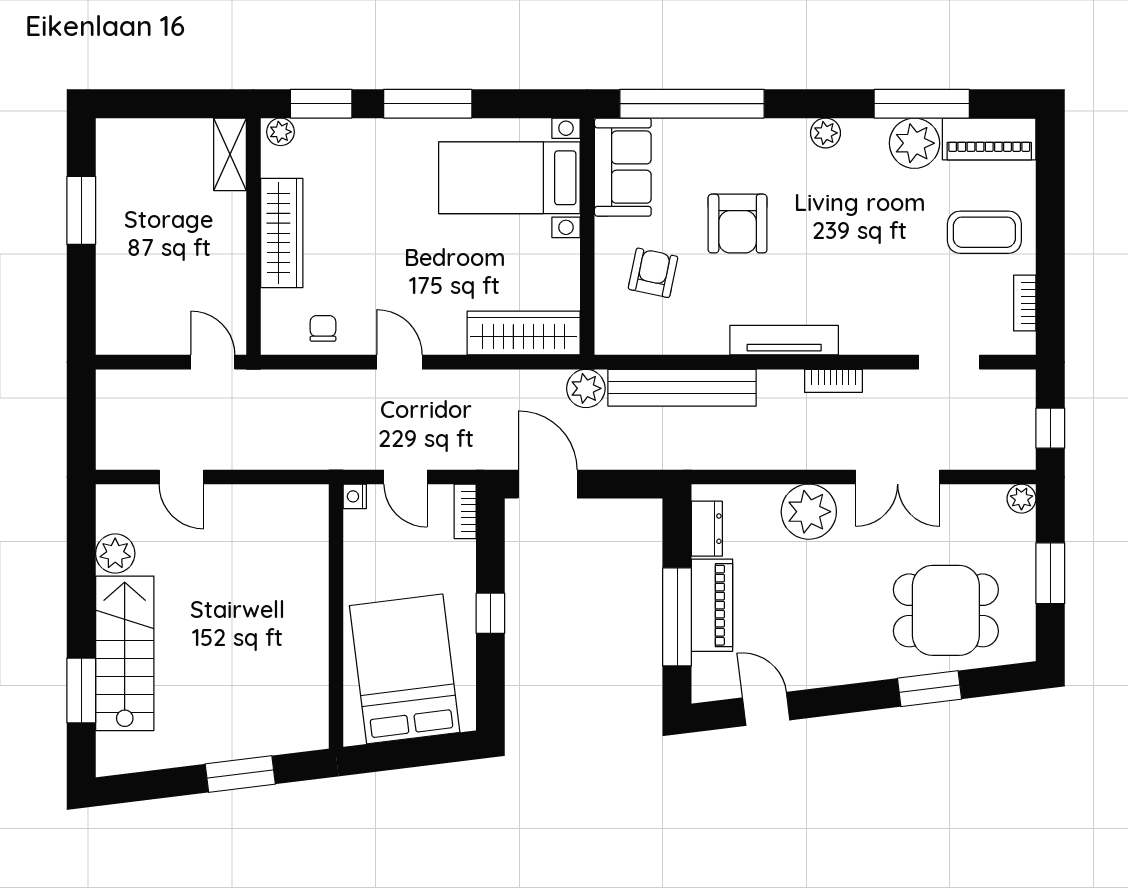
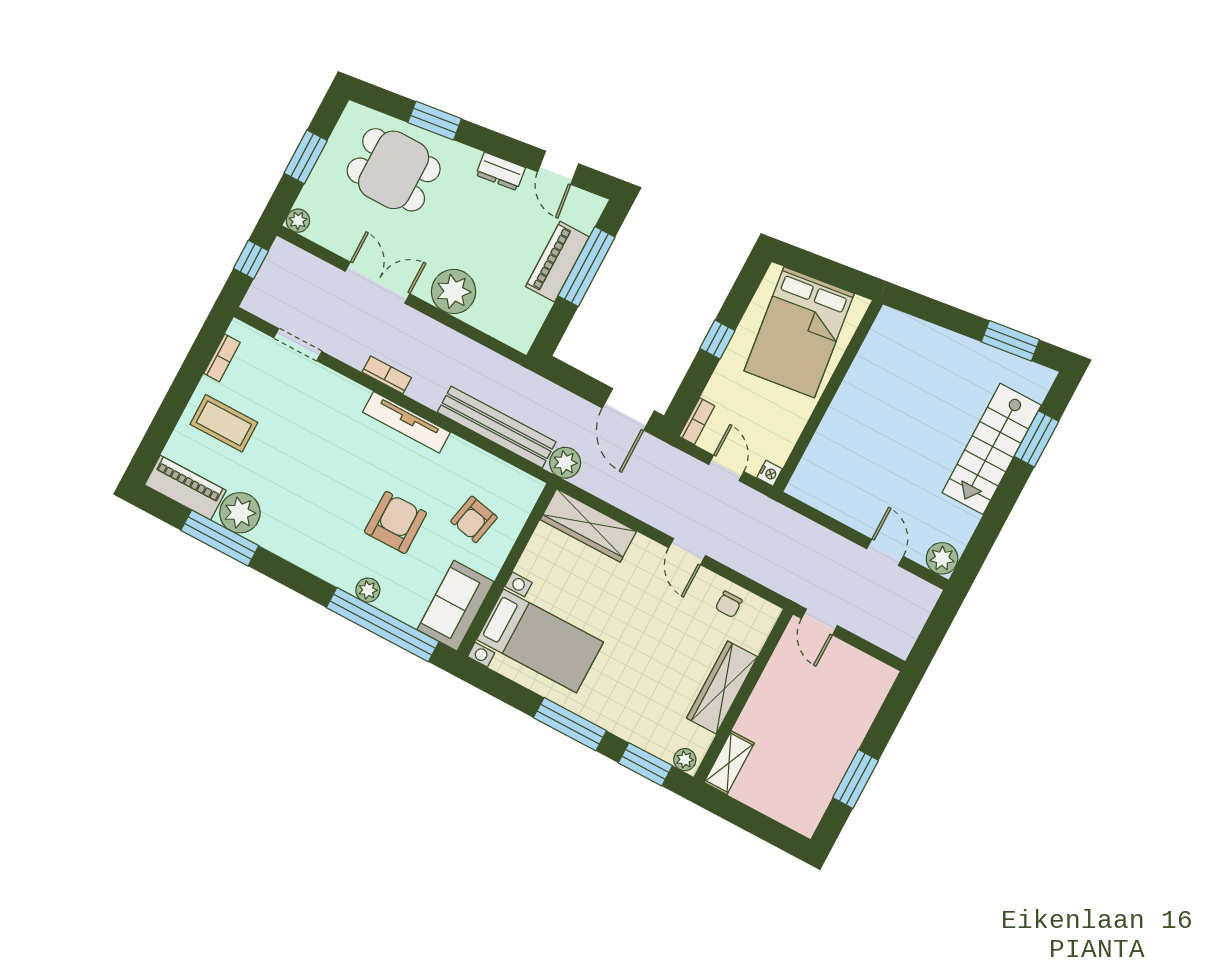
plant: (826, 133) -> (368, 590), moved
dresser: (707, 529) -> (500, 171), moved, turned -97
plant: (115, 554) -> (942, 558), moved
window: (240, 774) -> (1010, 341), moved

